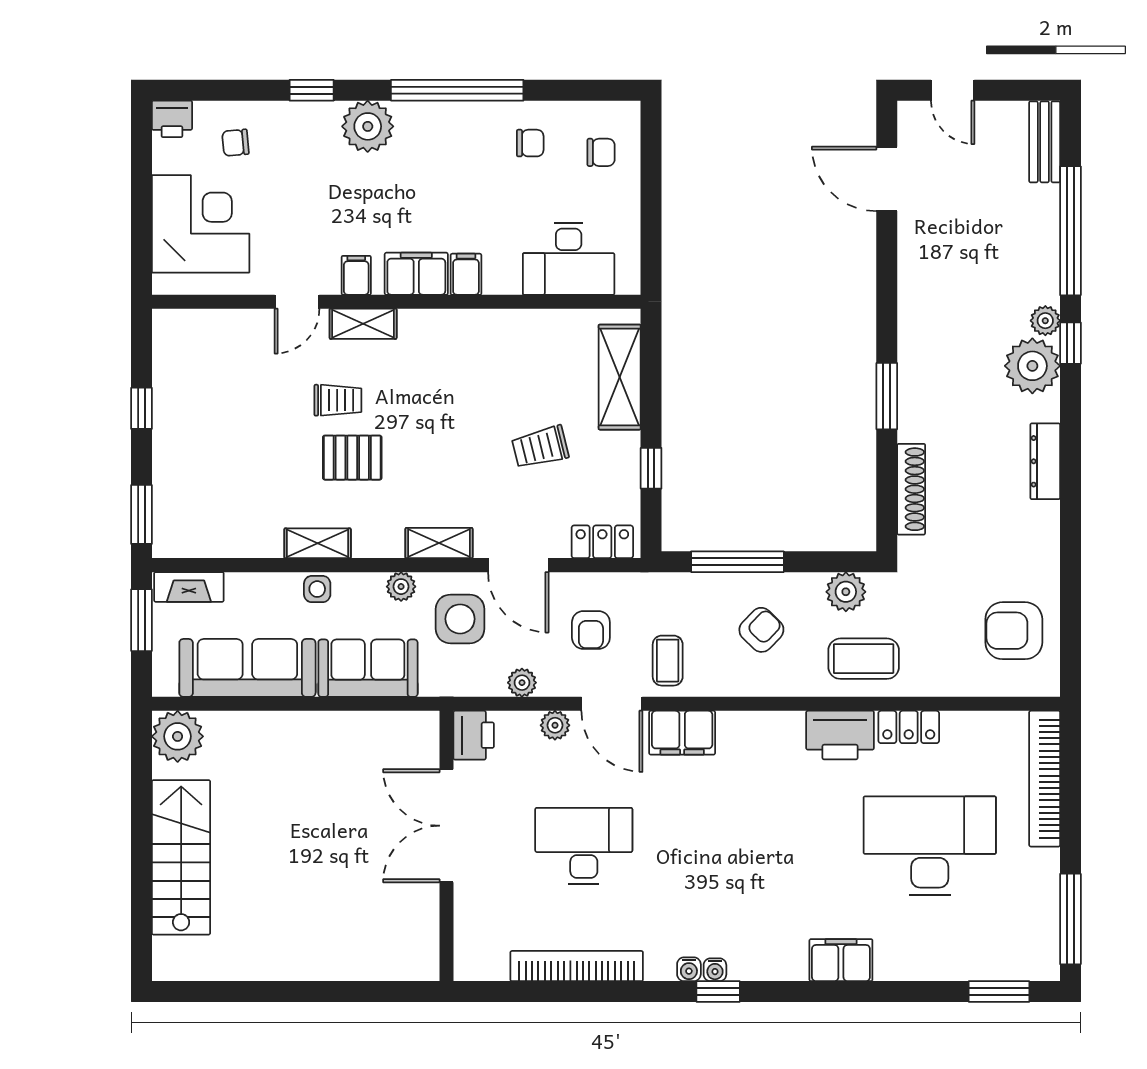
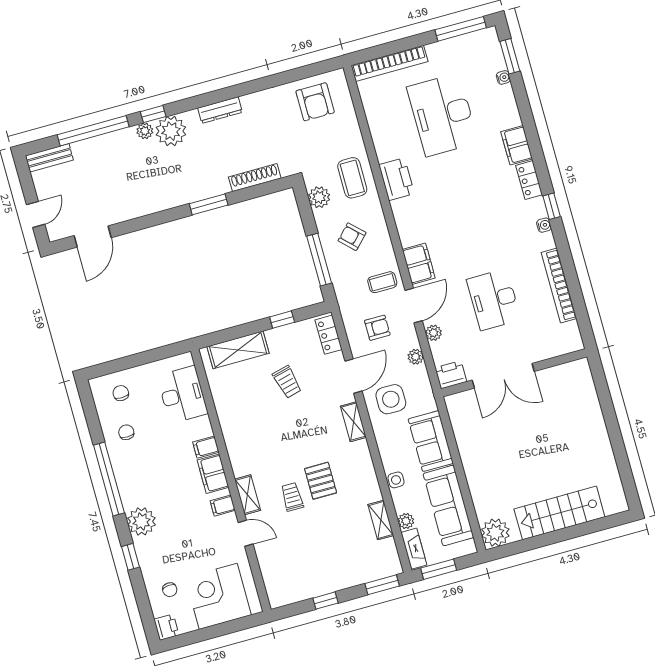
shelving: (318, 543) -> (381, 520), moved
plant: (401, 587) -> (406, 521), moved
locker: (909, 727) -> (529, 180), moved, turned 180
water cooler: (715, 970) -> (503, 77), moved

